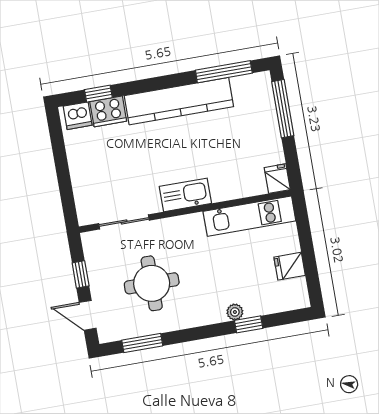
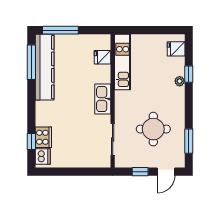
kitchen counter: (179, 101) -> (45, 67), moved
fridge: (277, 179) -> (103, 57), moved
fridge: (290, 266) -> (176, 49), moved, turned 90

